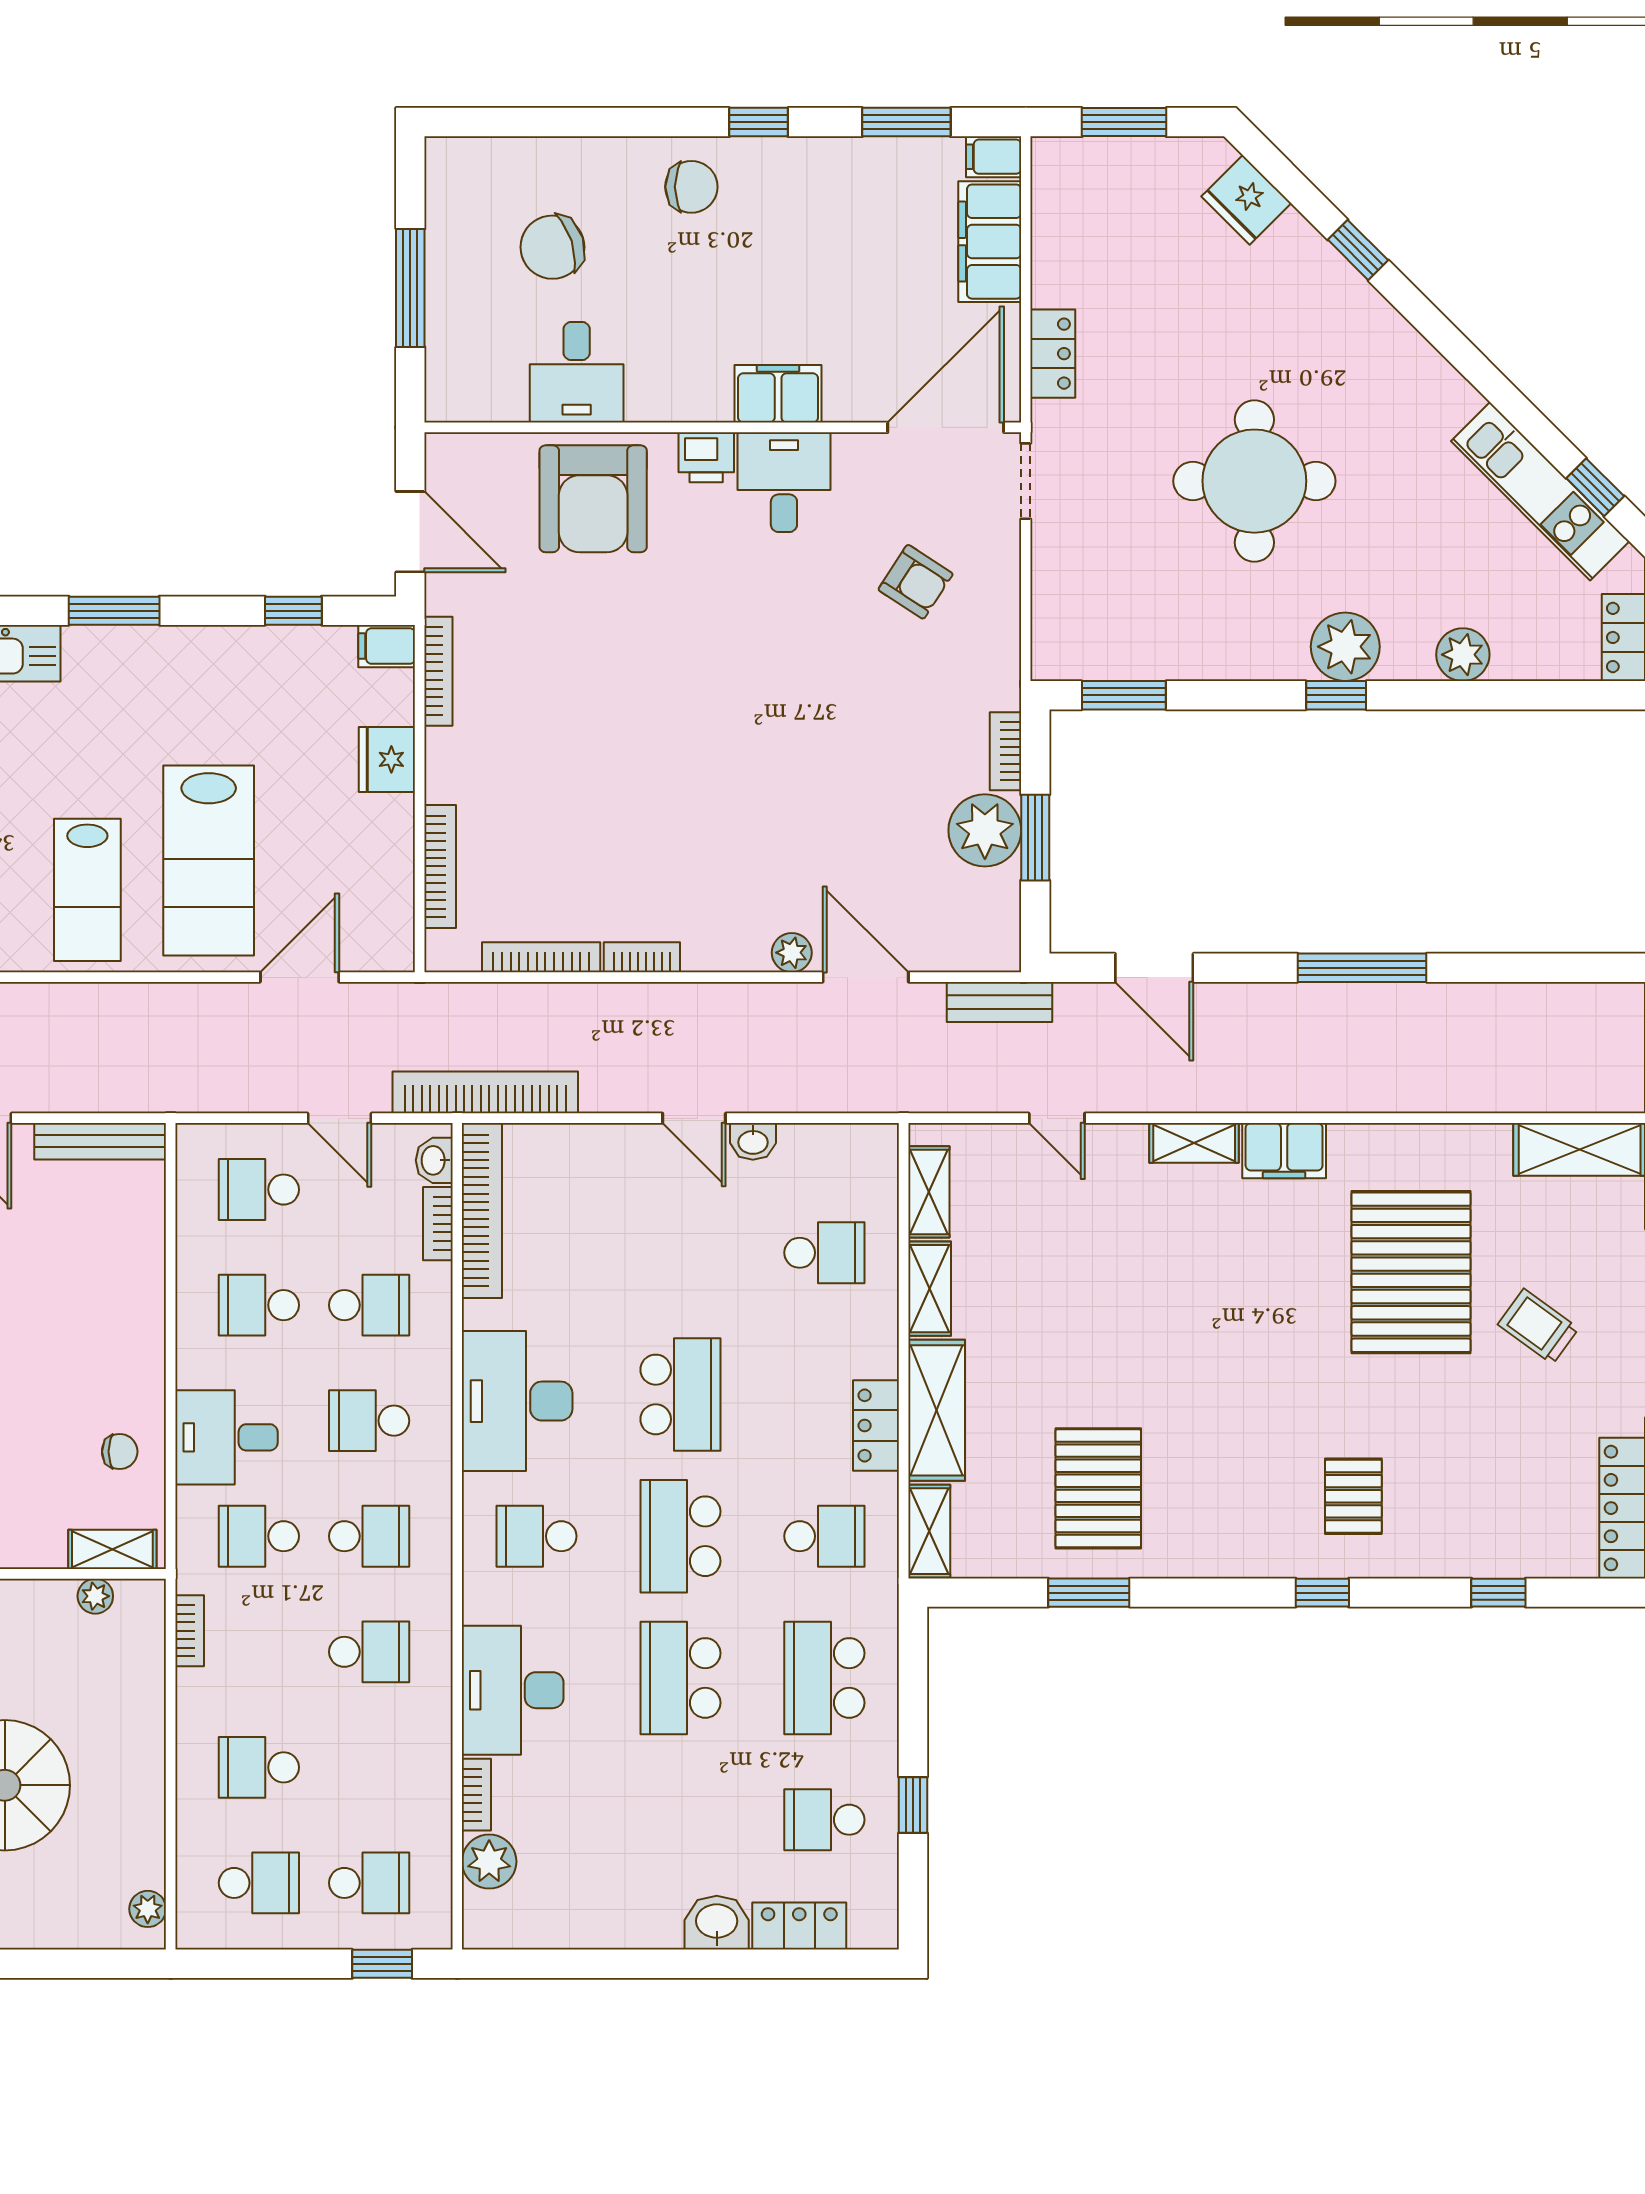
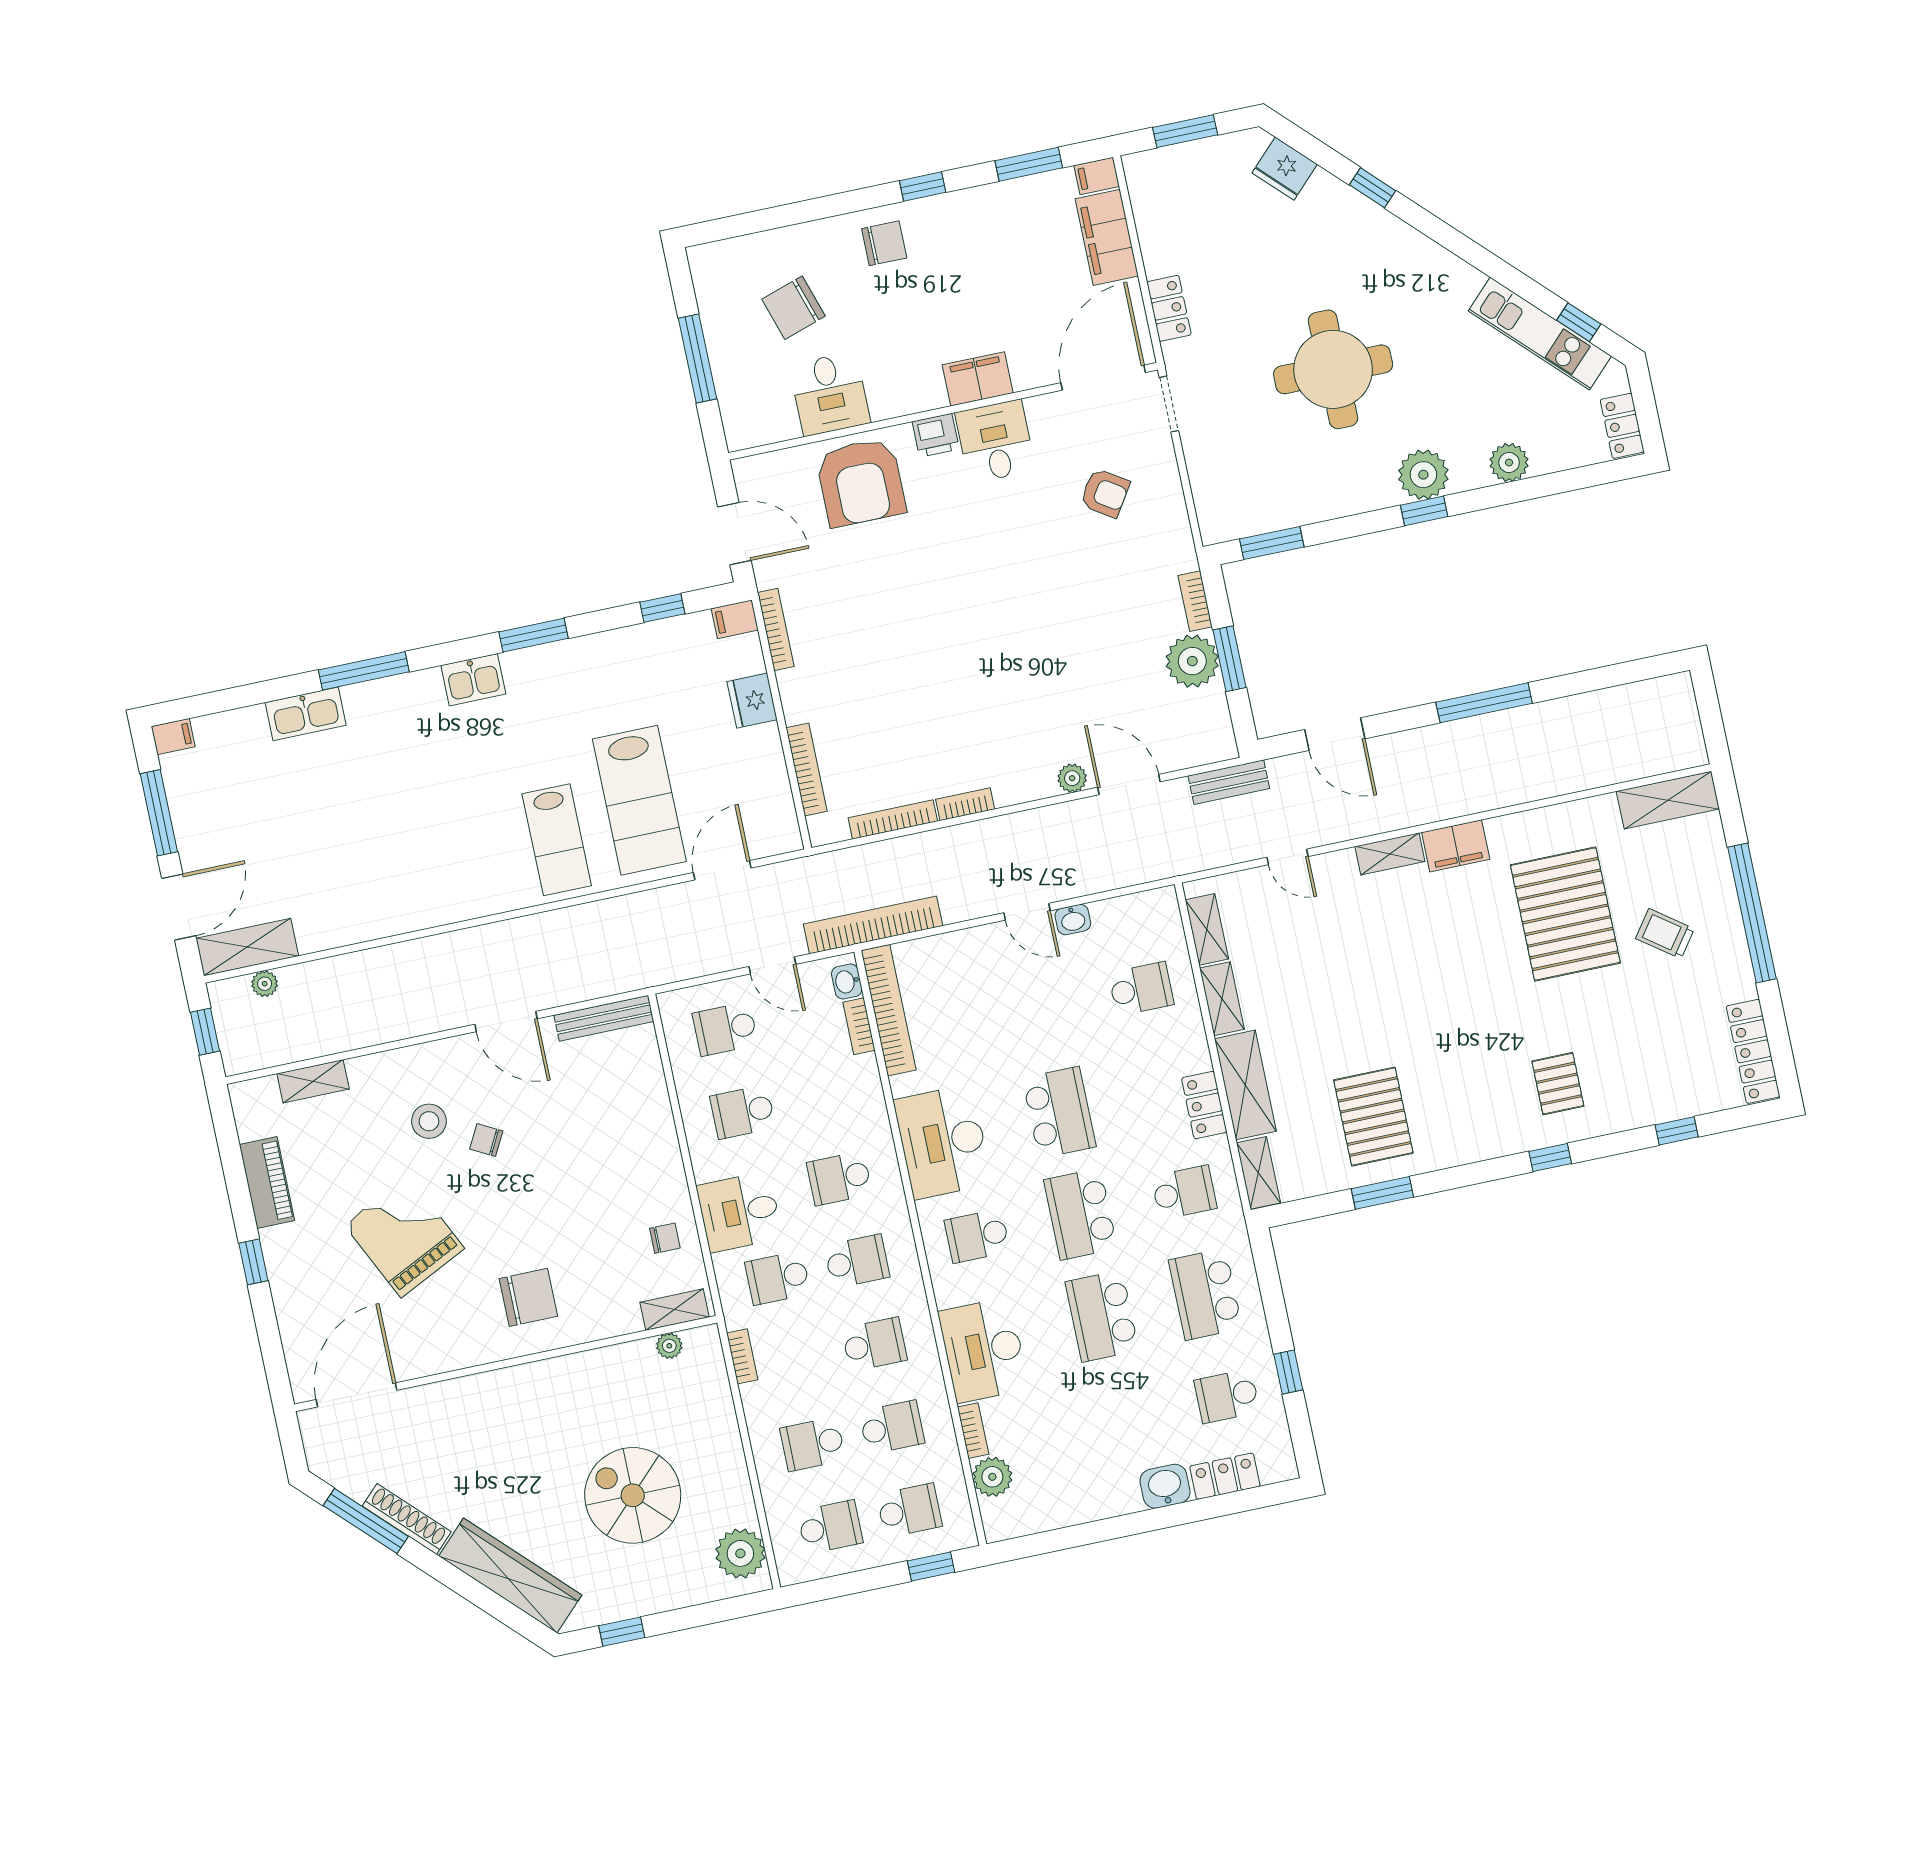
school desk: (369, 1305) -> (892, 1427), moved
plant: (148, 1909) -> (740, 1553), width x1.88, depth x1.88

